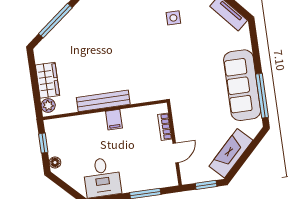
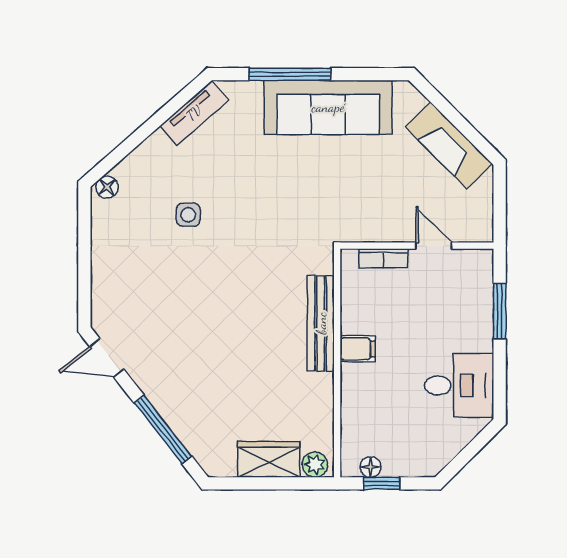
window: (262, 96) -> (290, 74), moved
bench: (103, 101) -> (321, 323), moved
floor lamp: (55, 162) -> (371, 467), moved
window: (206, 185) -> (500, 199), removed

